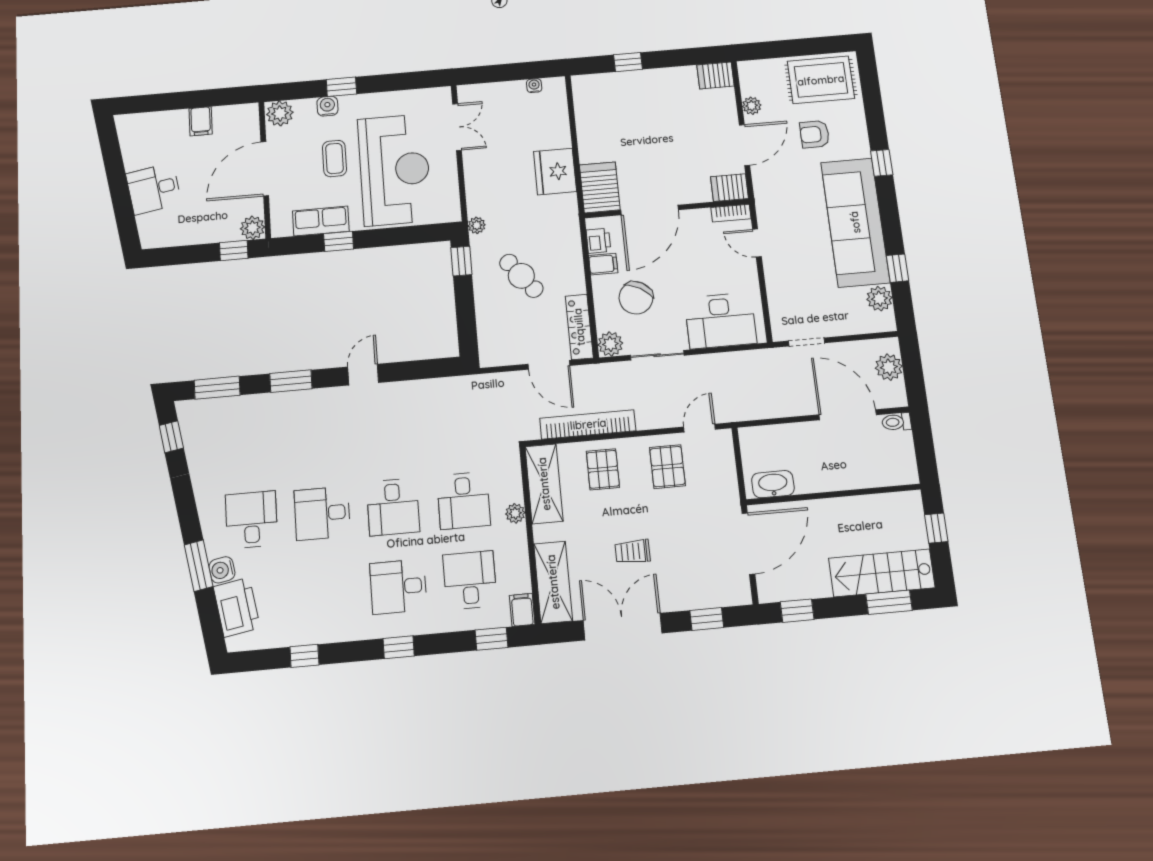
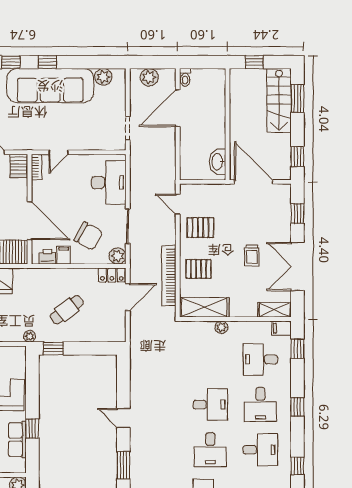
window: (897, 268) -> (47, 62), moved
locker: (579, 327) -> (112, 275), width x0.66
desk: (464, 501) -> (260, 450), moved
shelving: (553, 582) -> (275, 310), width x0.67, depth x0.75

